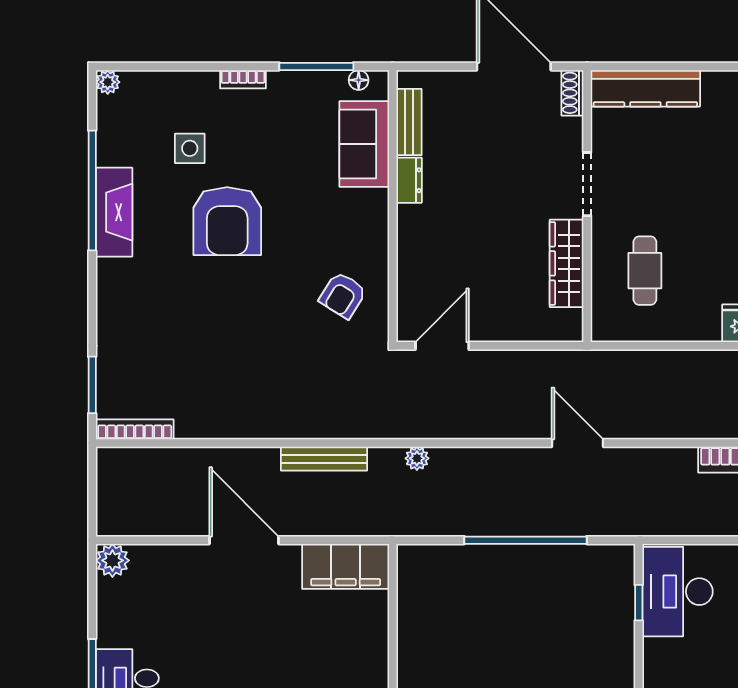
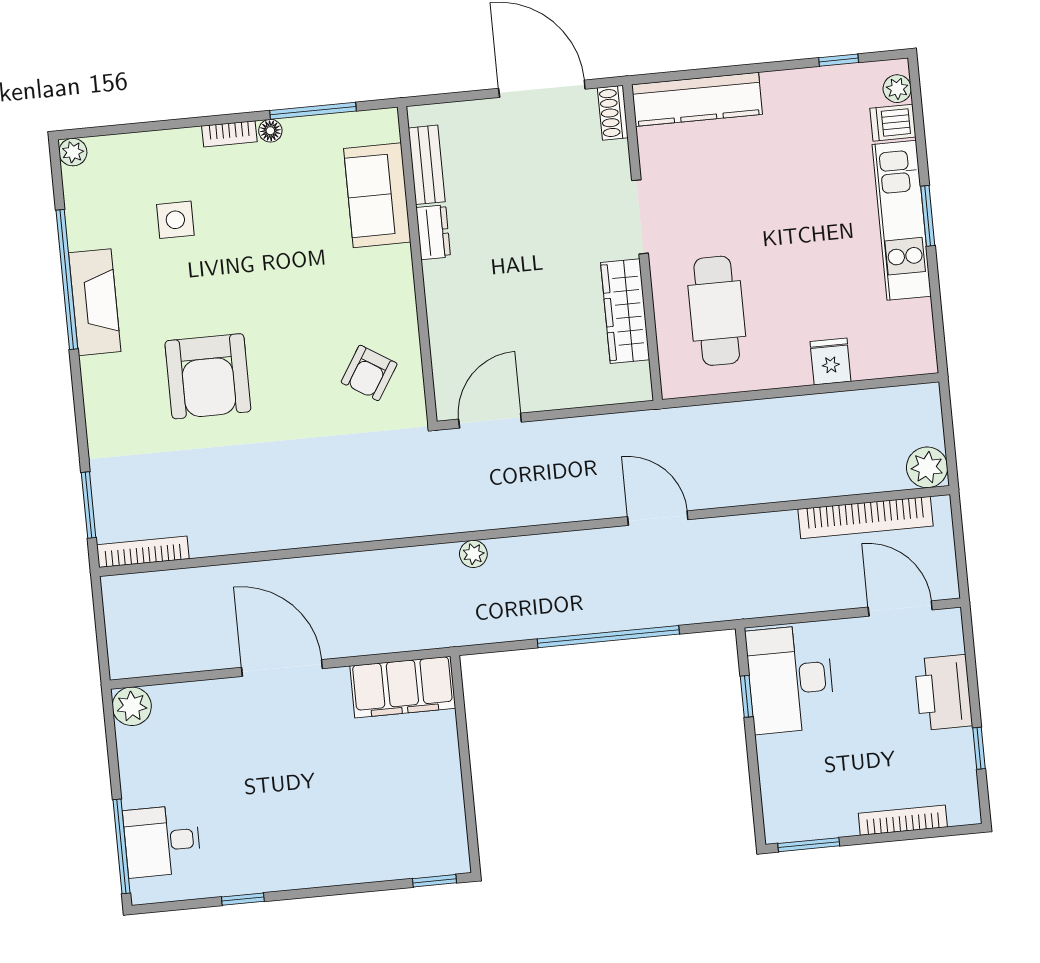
floor lamp: (359, 80) -> (270, 131), moved
armchair: (227, 221) -> (208, 376), moved
cafe table: (645, 271) -> (717, 311), width x1.37, depth x1.35
bench: (324, 459) -> (366, 565), removed

